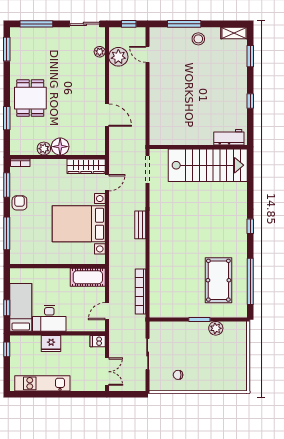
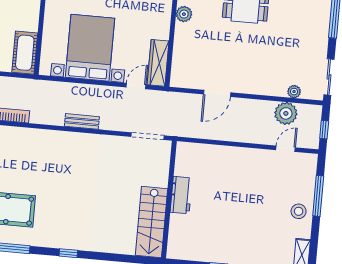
workbench: (229, 137) -> (181, 195), moved
floor lamp: (60, 147) -> (185, 34), removed
stairs: (208, 165) -> (151, 222), width x0.73, depth x0.66
door: (107, 183) -> (136, 86), swing flipped

